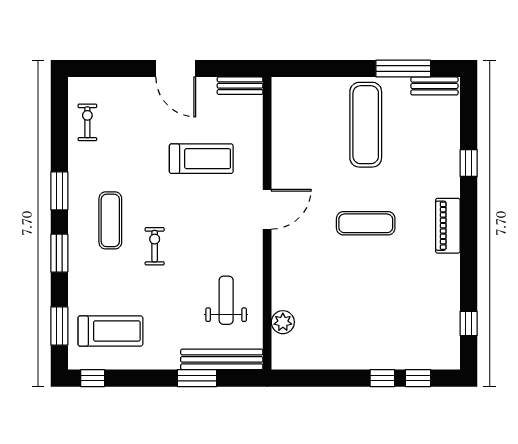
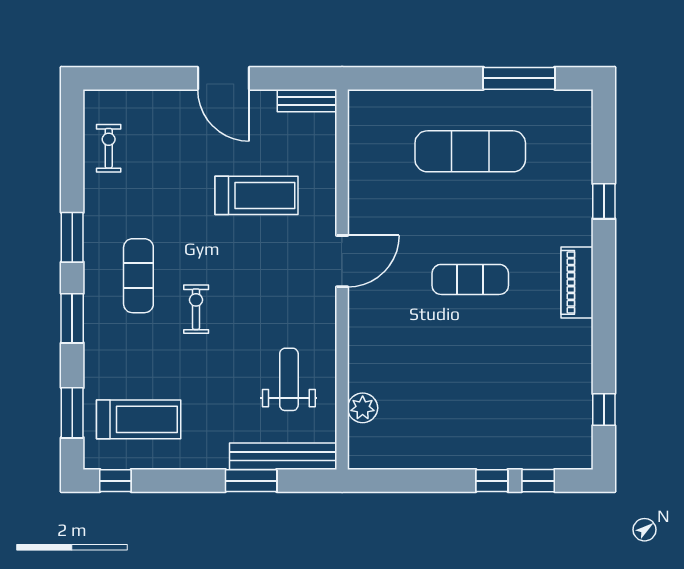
bench: (434, 86) -> (560, 101), removed
exercise mat: (366, 125) -> (470, 151), turned 90

